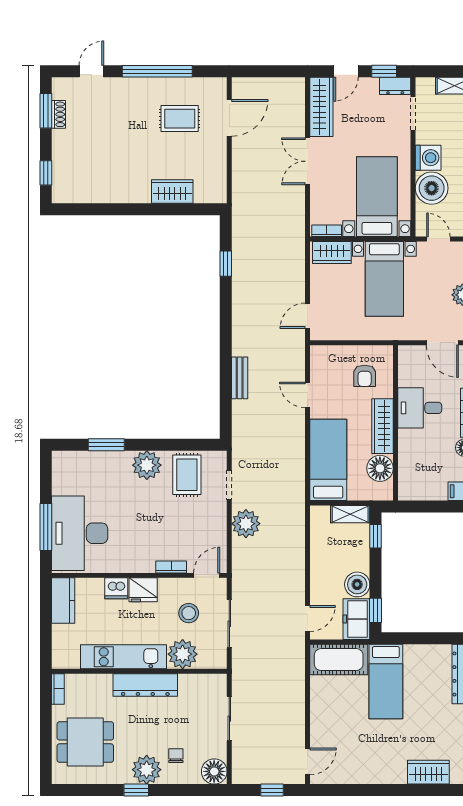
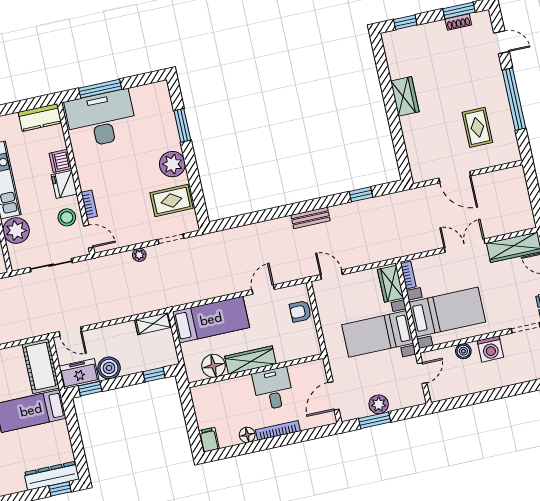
door: (229, 118) -> (455, 177), moved
boiler: (432, 188) -> (463, 351), width x0.54, depth x0.54
wardrobe: (172, 191) -> (405, 96), moved
armchair: (365, 376) -> (300, 311), moved
bench: (240, 378) -> (311, 218), moved
shelving: (350, 514) -> (153, 324), moved, turned 90
plant: (246, 524) -> (139, 255), width x0.53, depth x0.53
stool: (189, 613) -> (67, 217), moved

